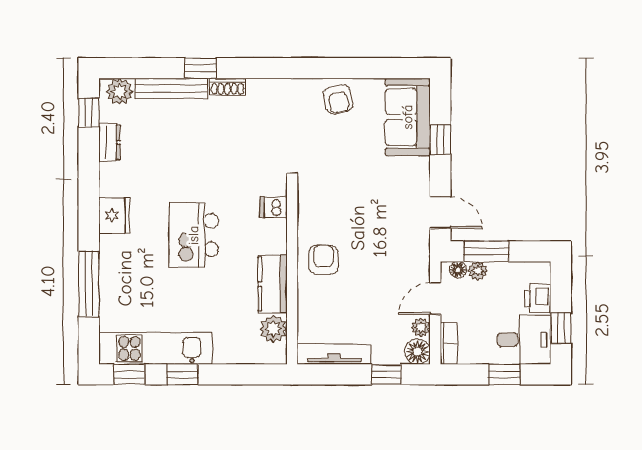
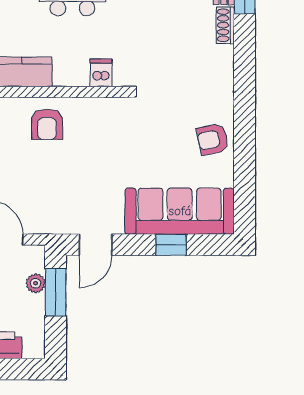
sofa: (408, 117) -> (180, 211), width x1.36
armchair: (324, 260) -> (47, 124), turned 90
floor lamp: (458, 270) -> (37, 263), removed

